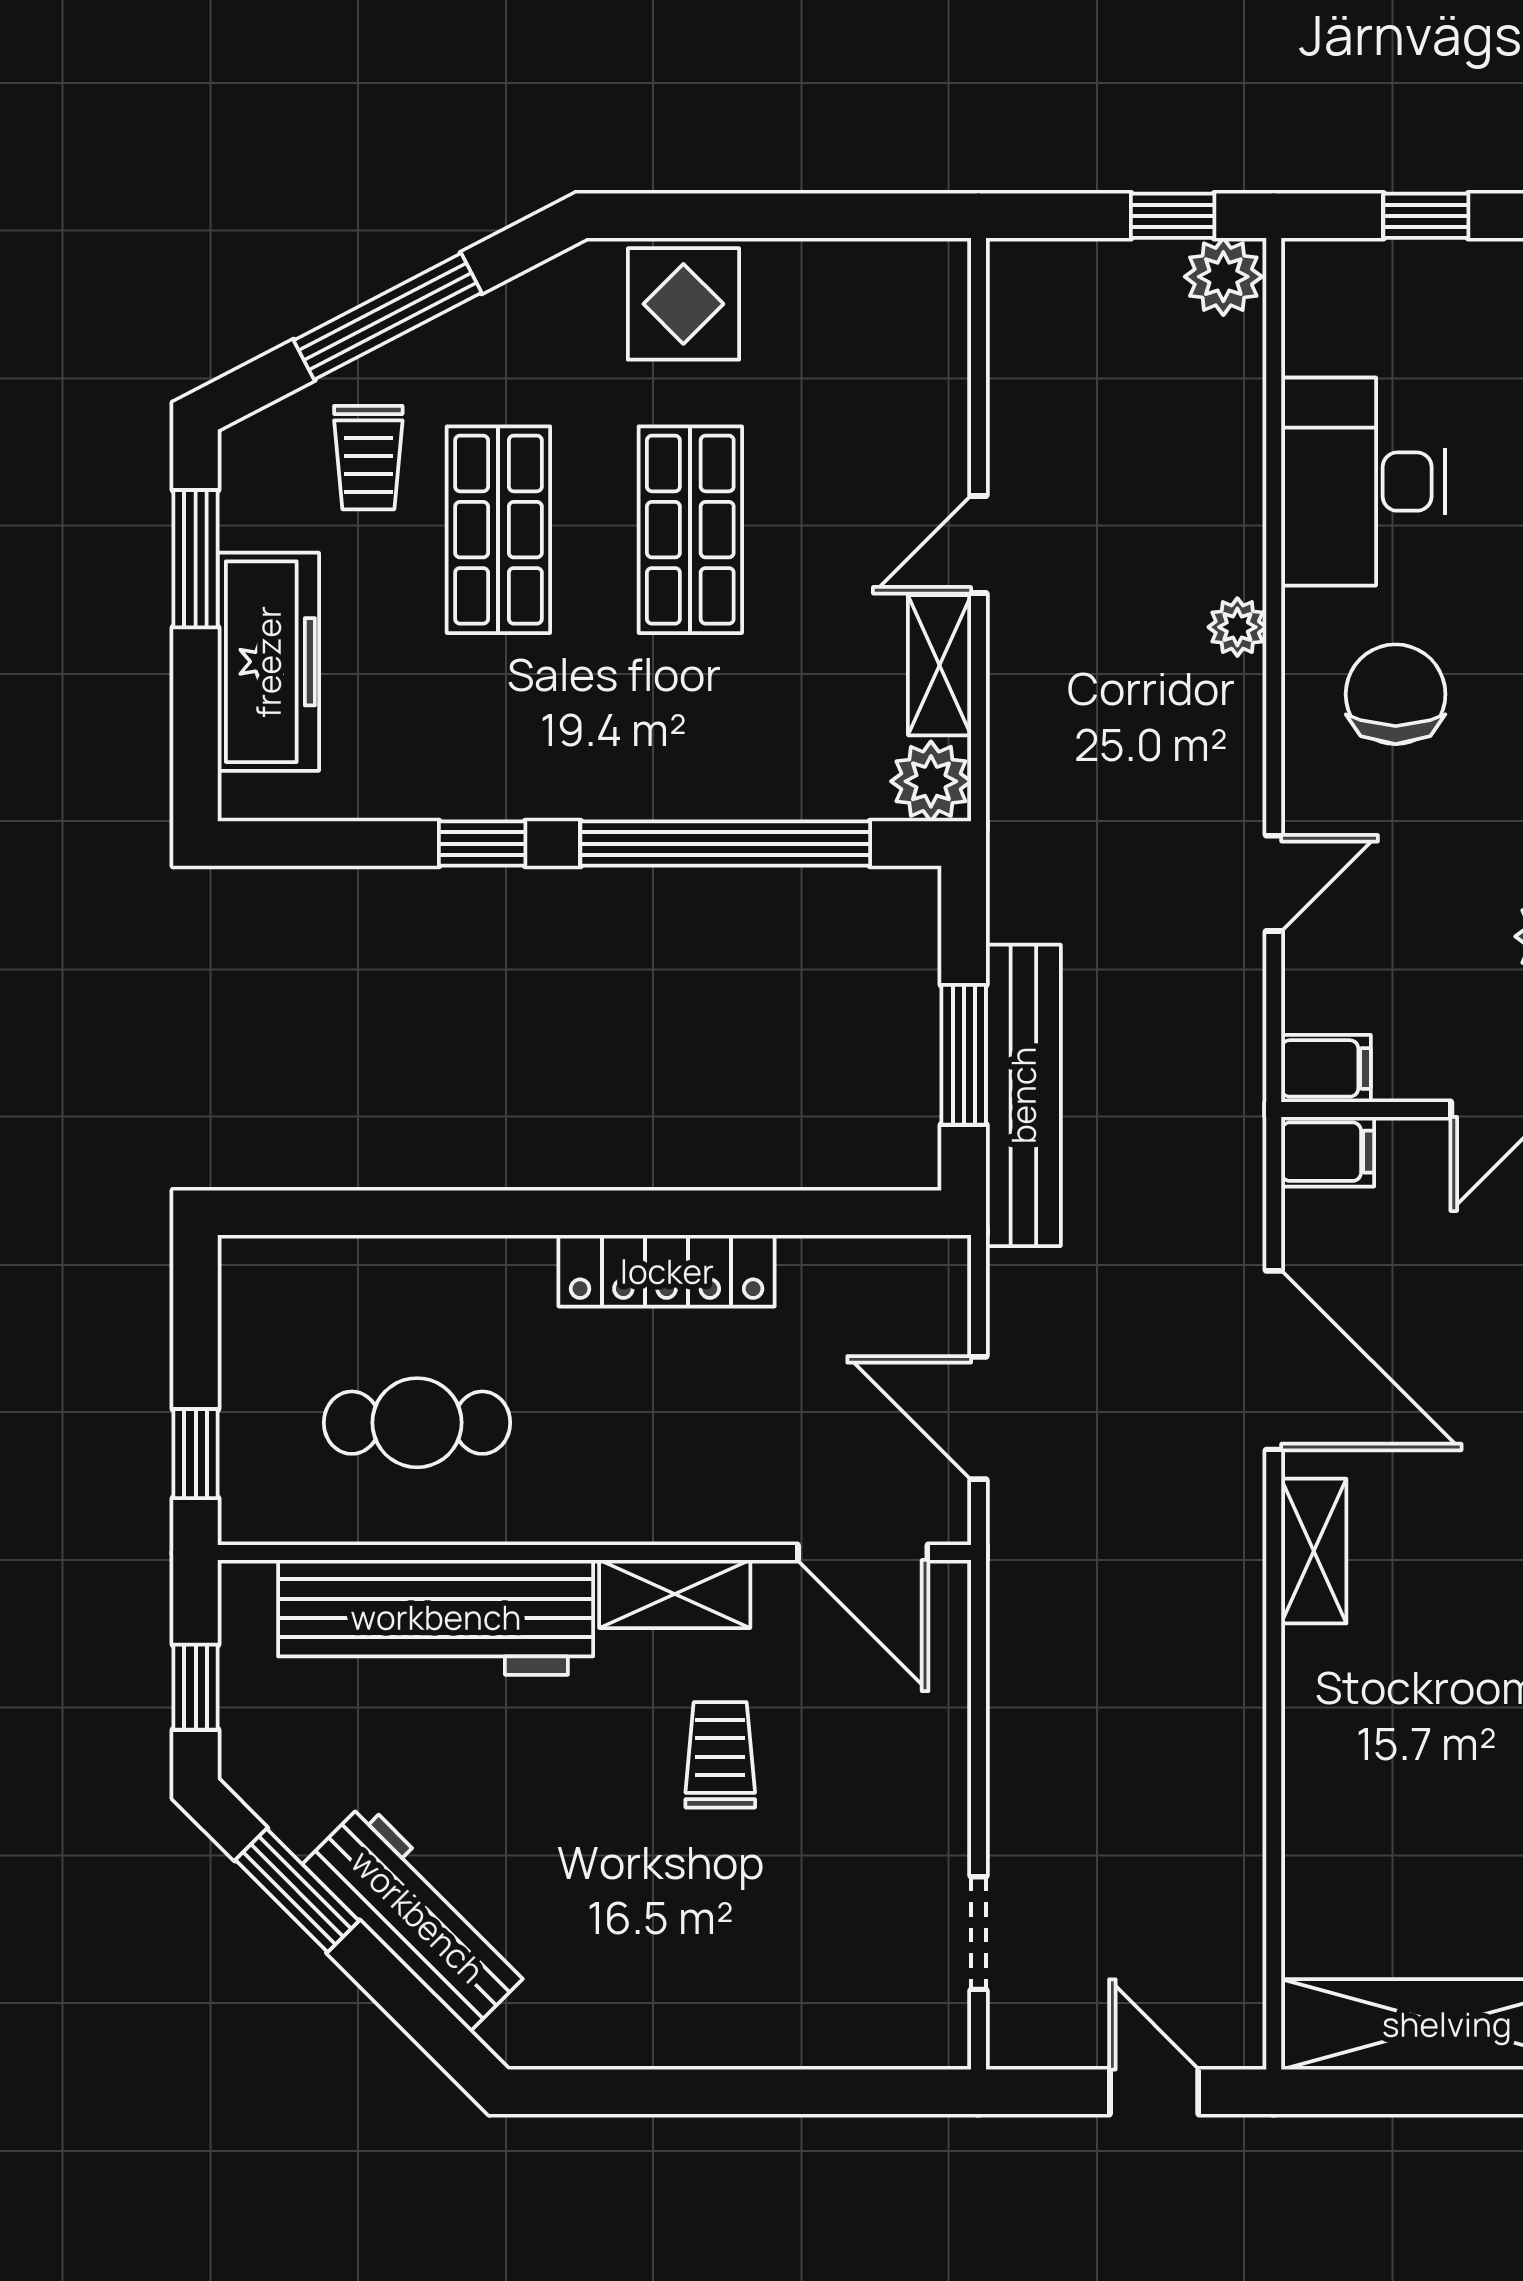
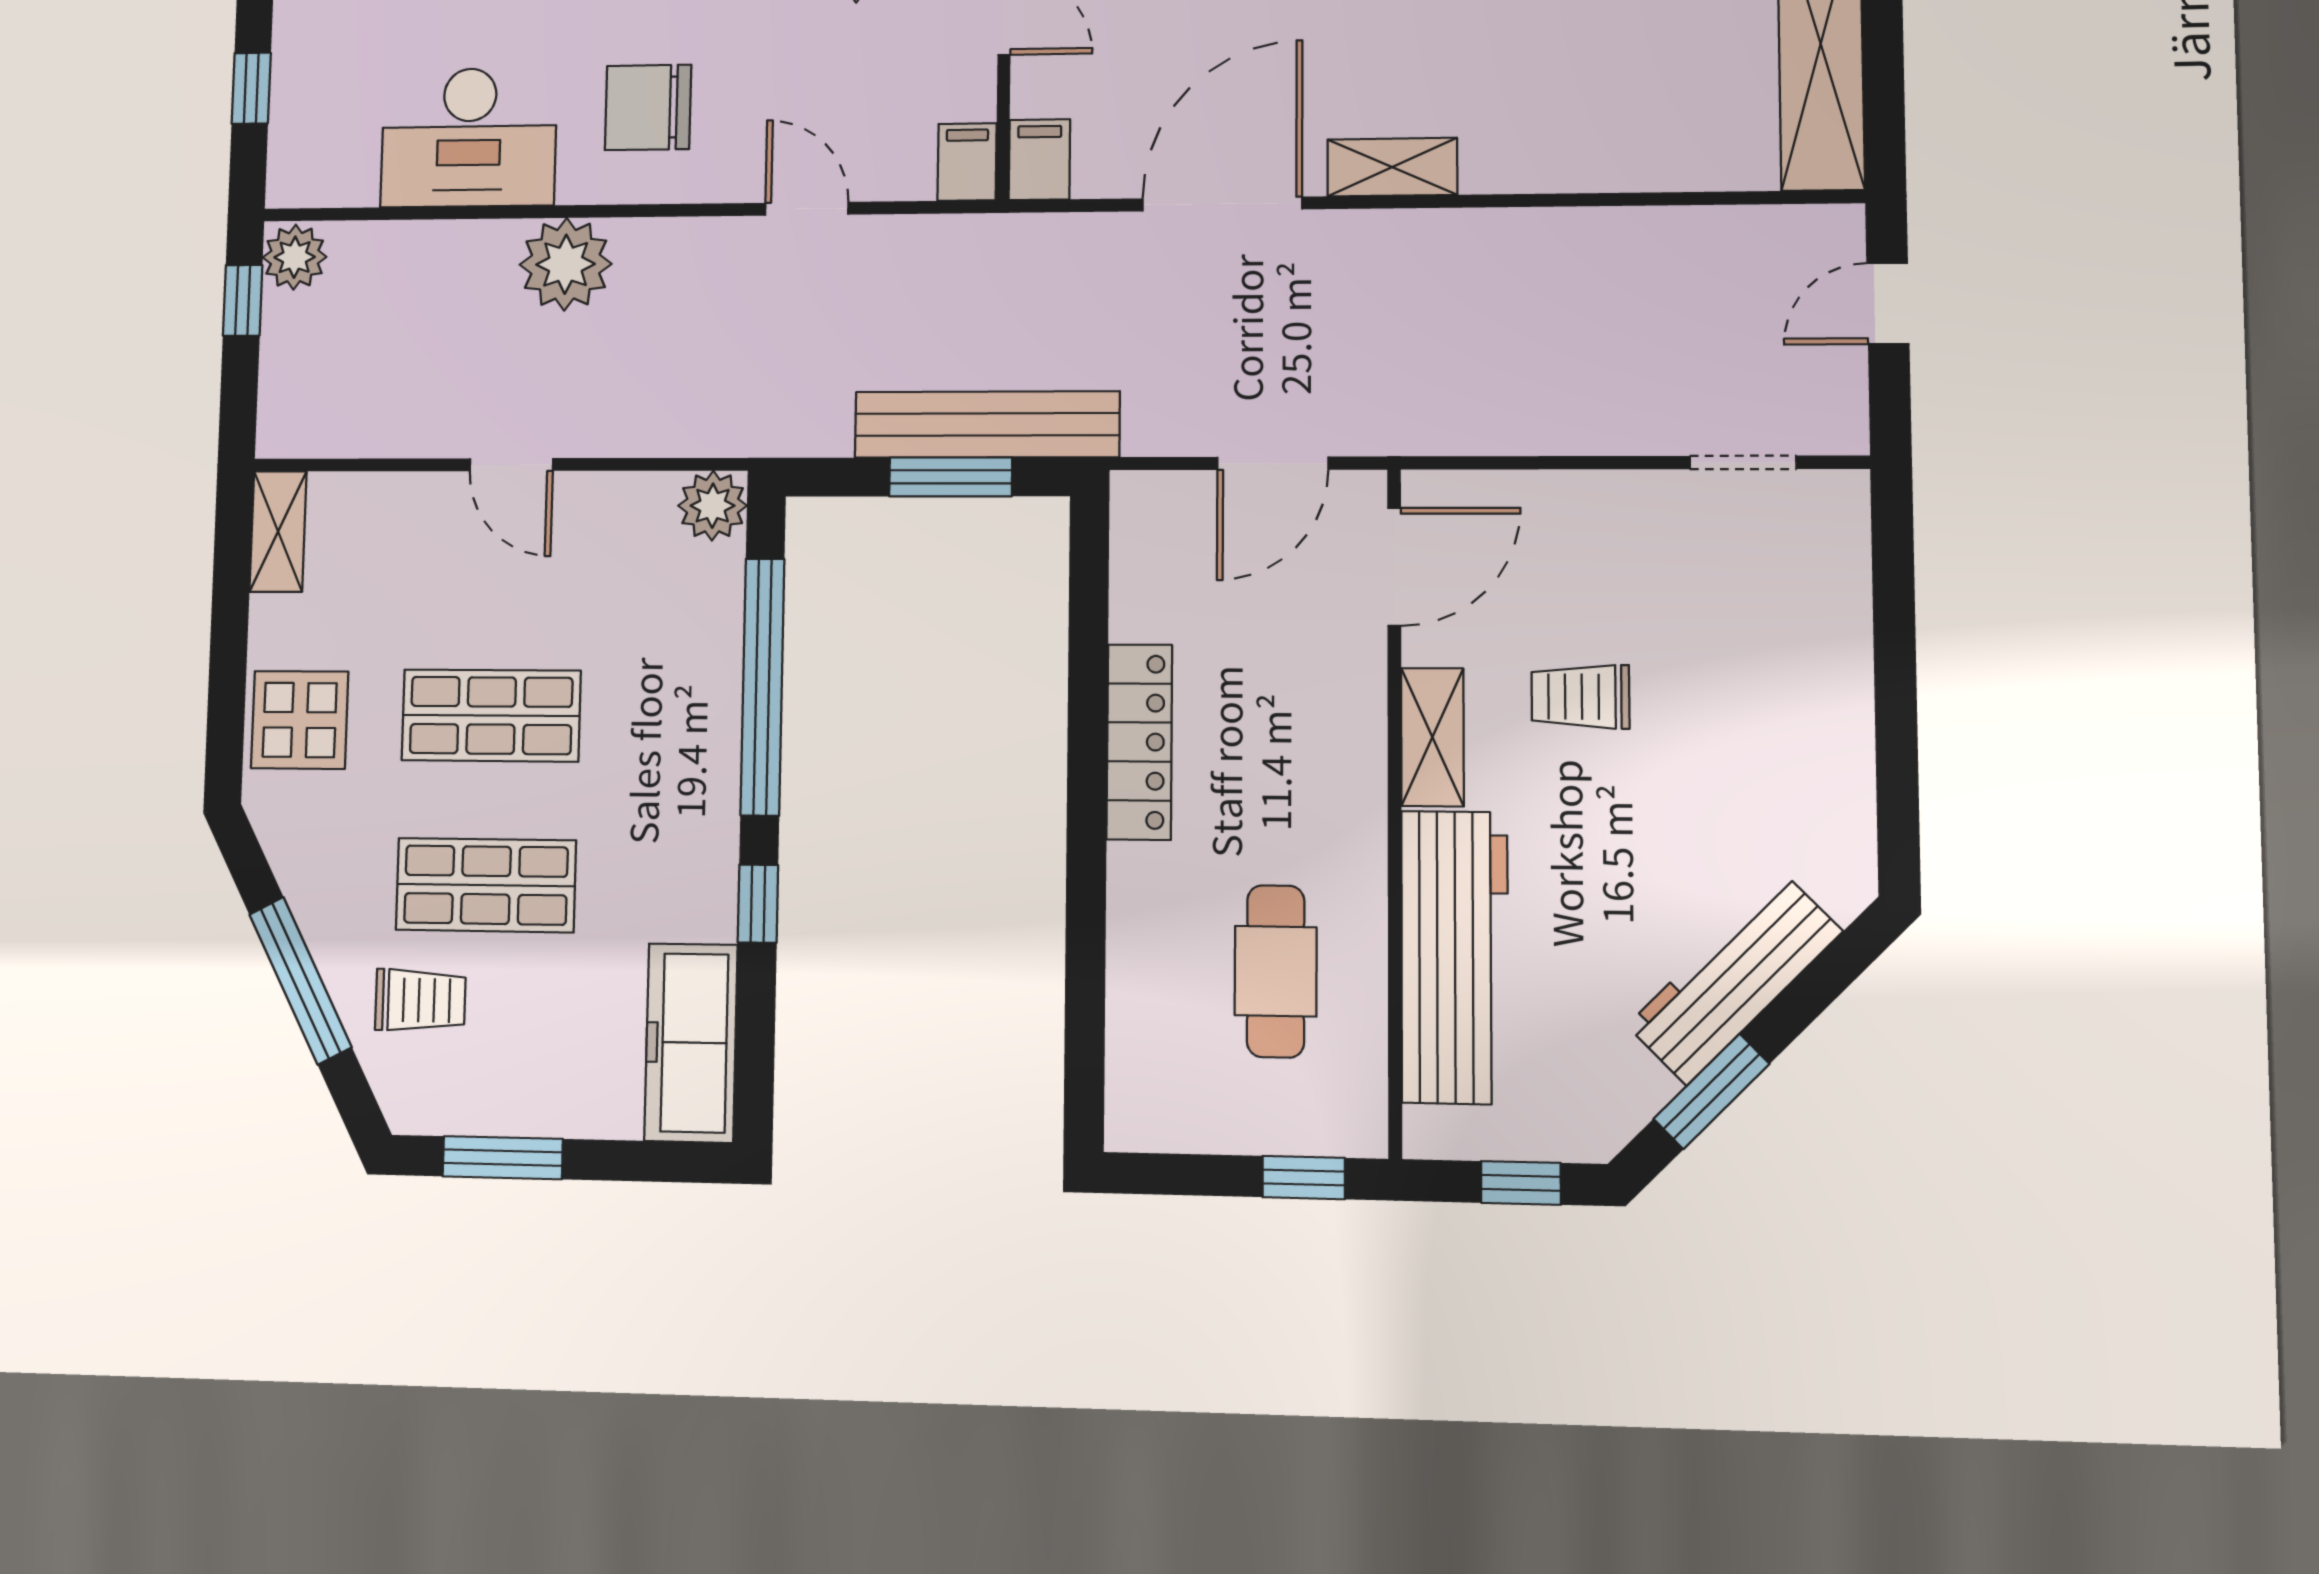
plant: (1237, 627) -> (566, 264), width x1.87, depth x1.87
freezer: (268, 662) -> (691, 1043), moved, turned -90
shelving: (940, 665) -> (278, 531), moved, turned 90

